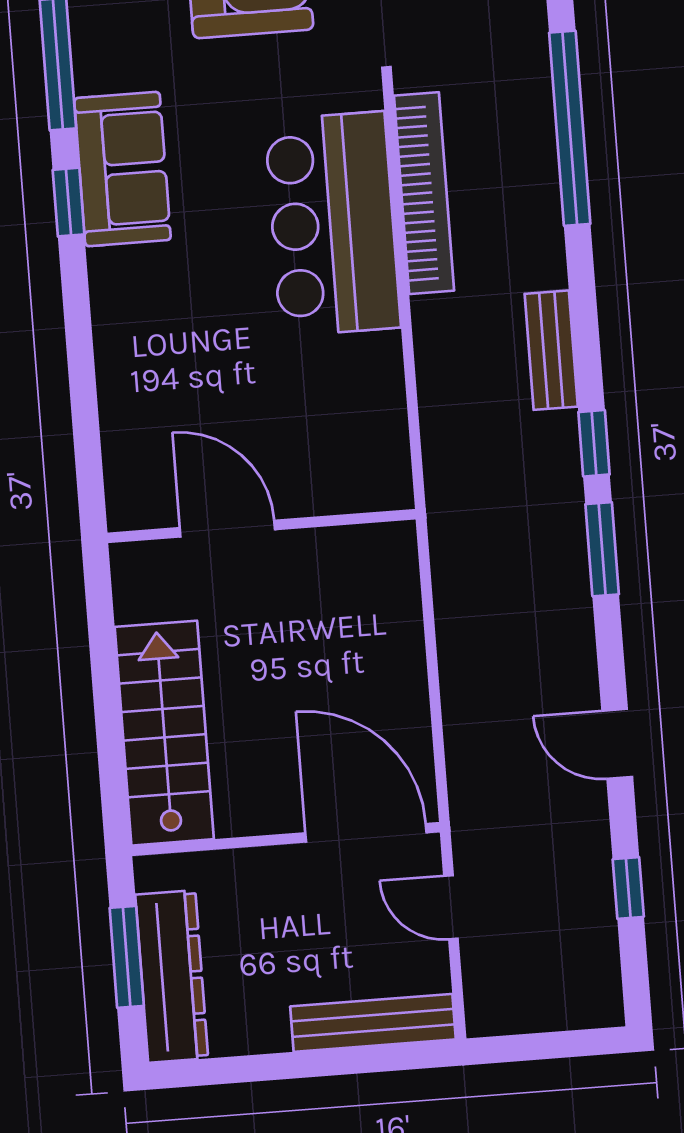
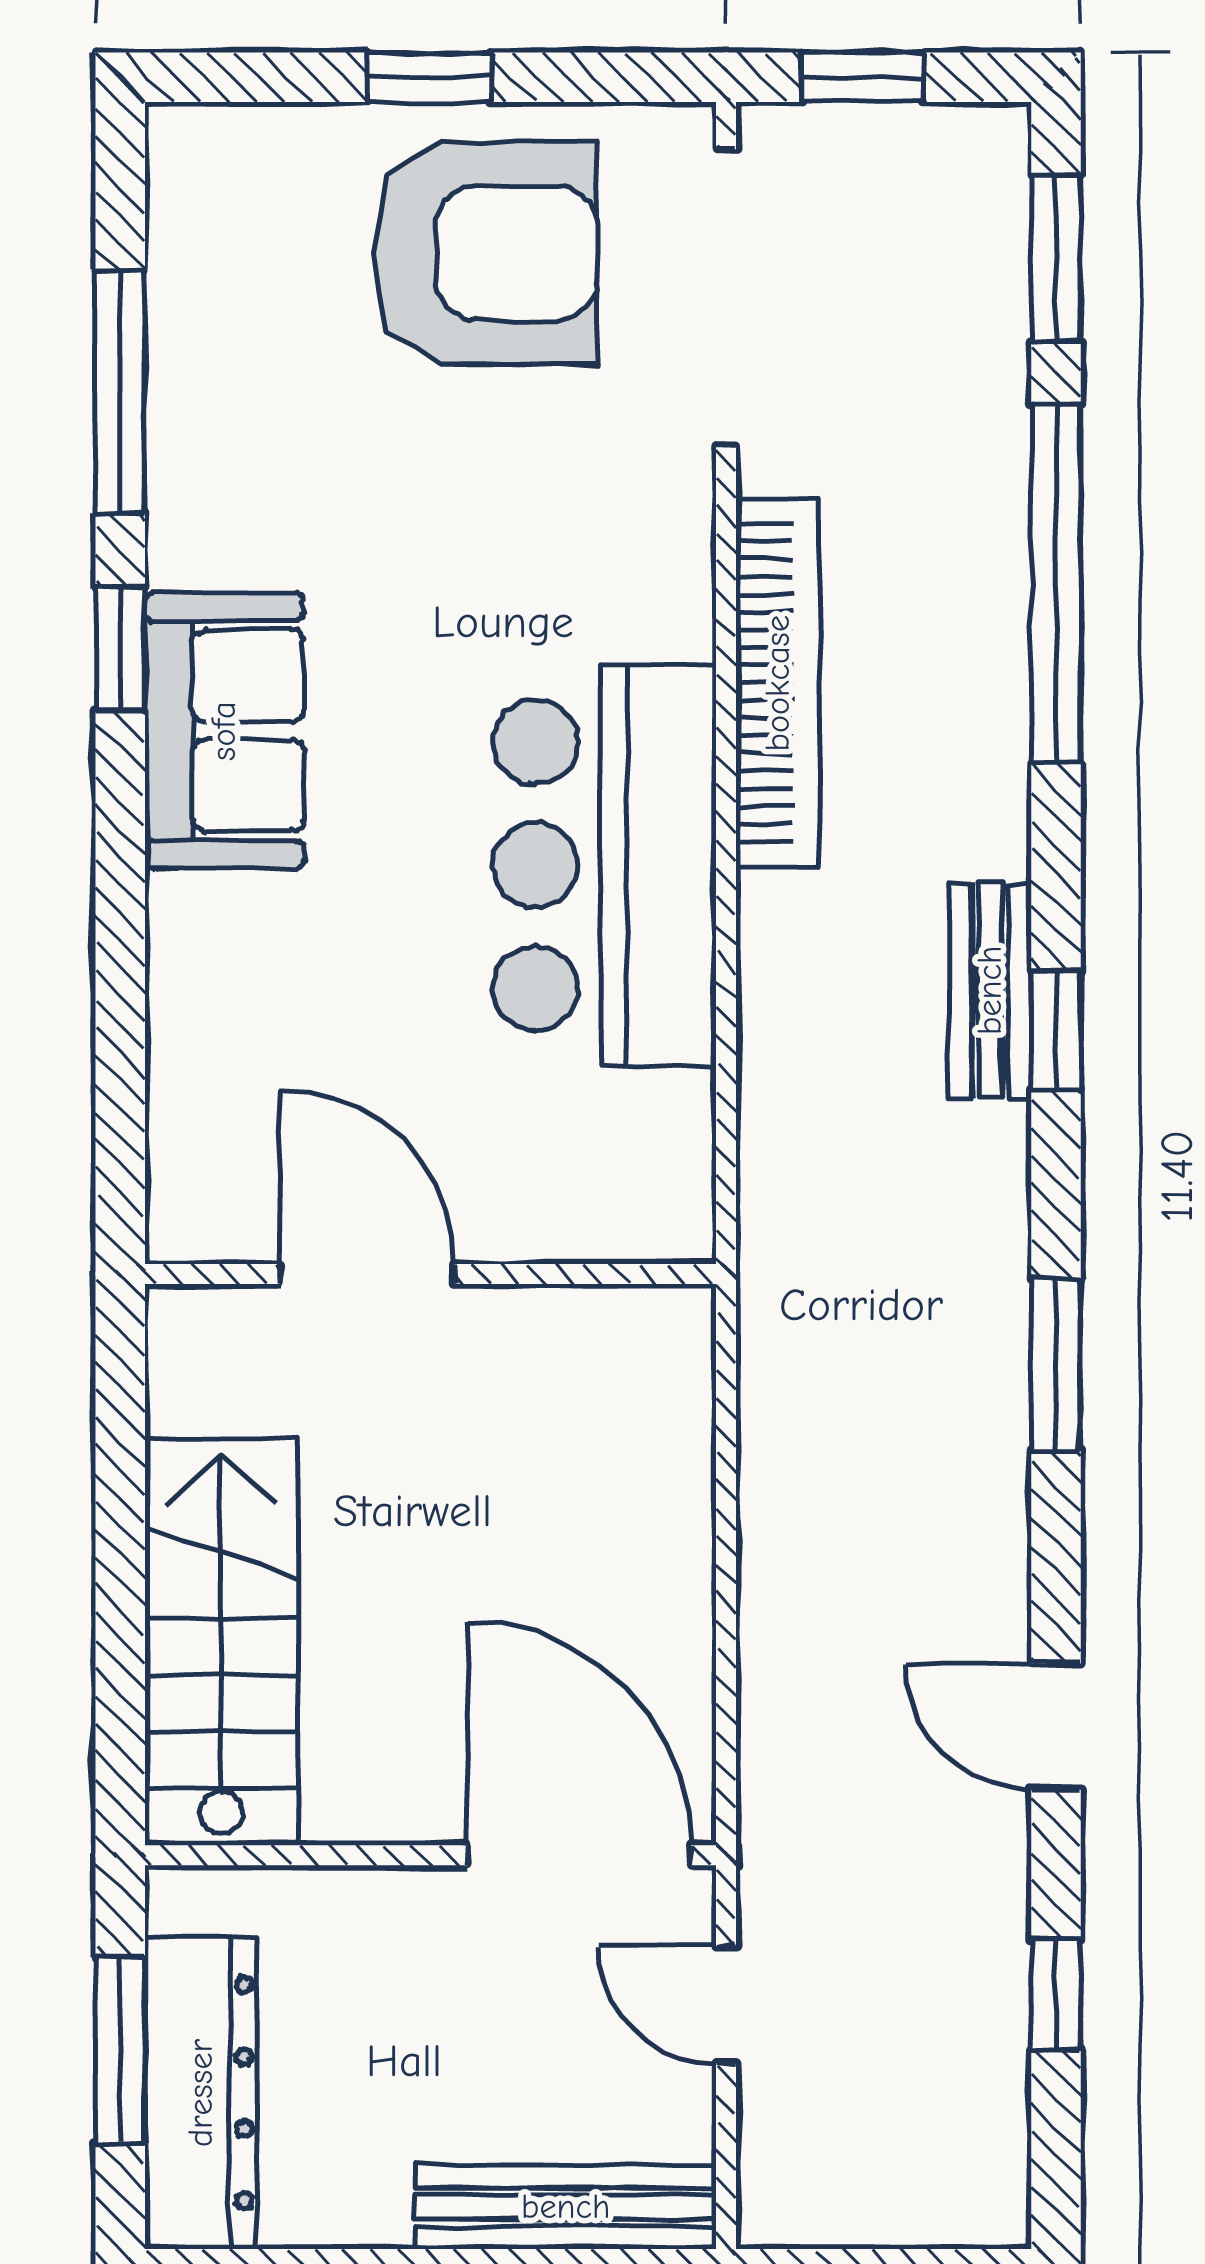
sofa: (122, 169) -> (224, 731), moved
bar counter: (333, 224) -> (604, 865), moved
window: (594, 443) -> (1056, 1030), moved

